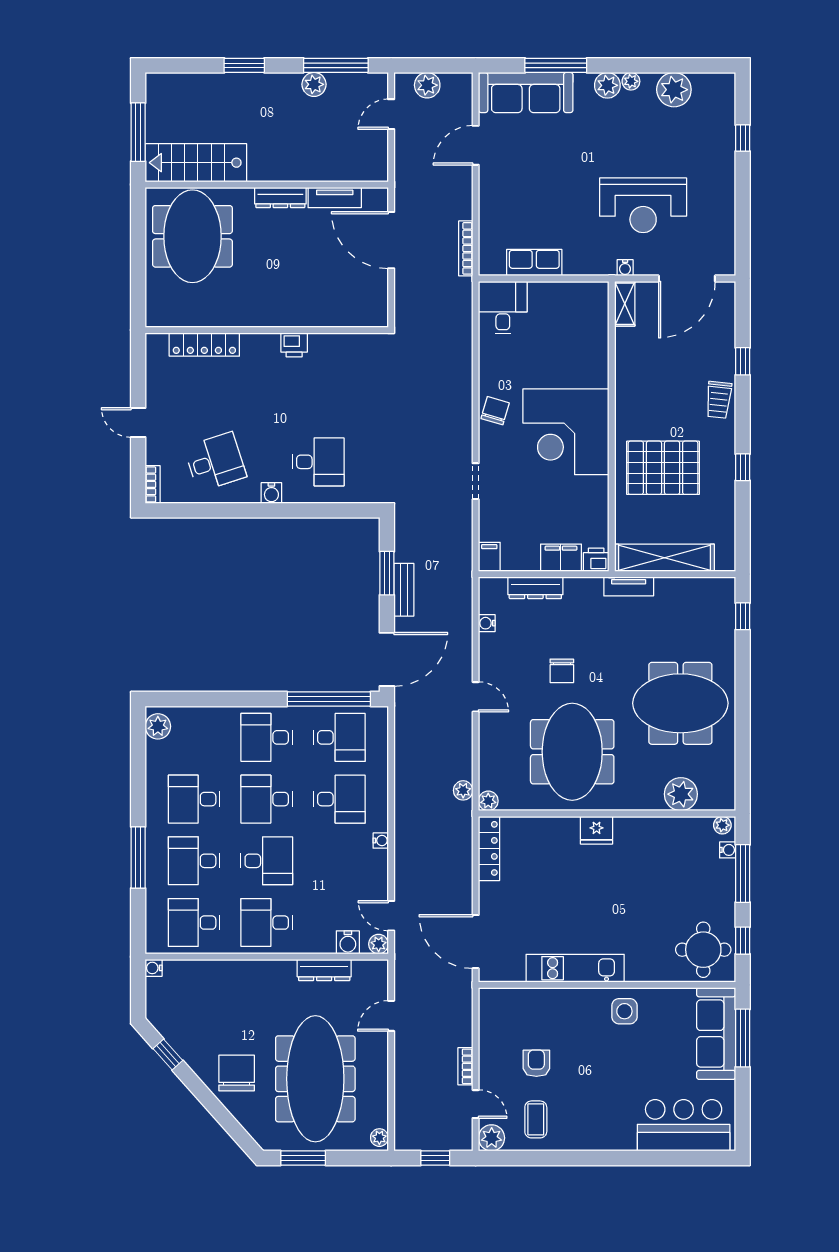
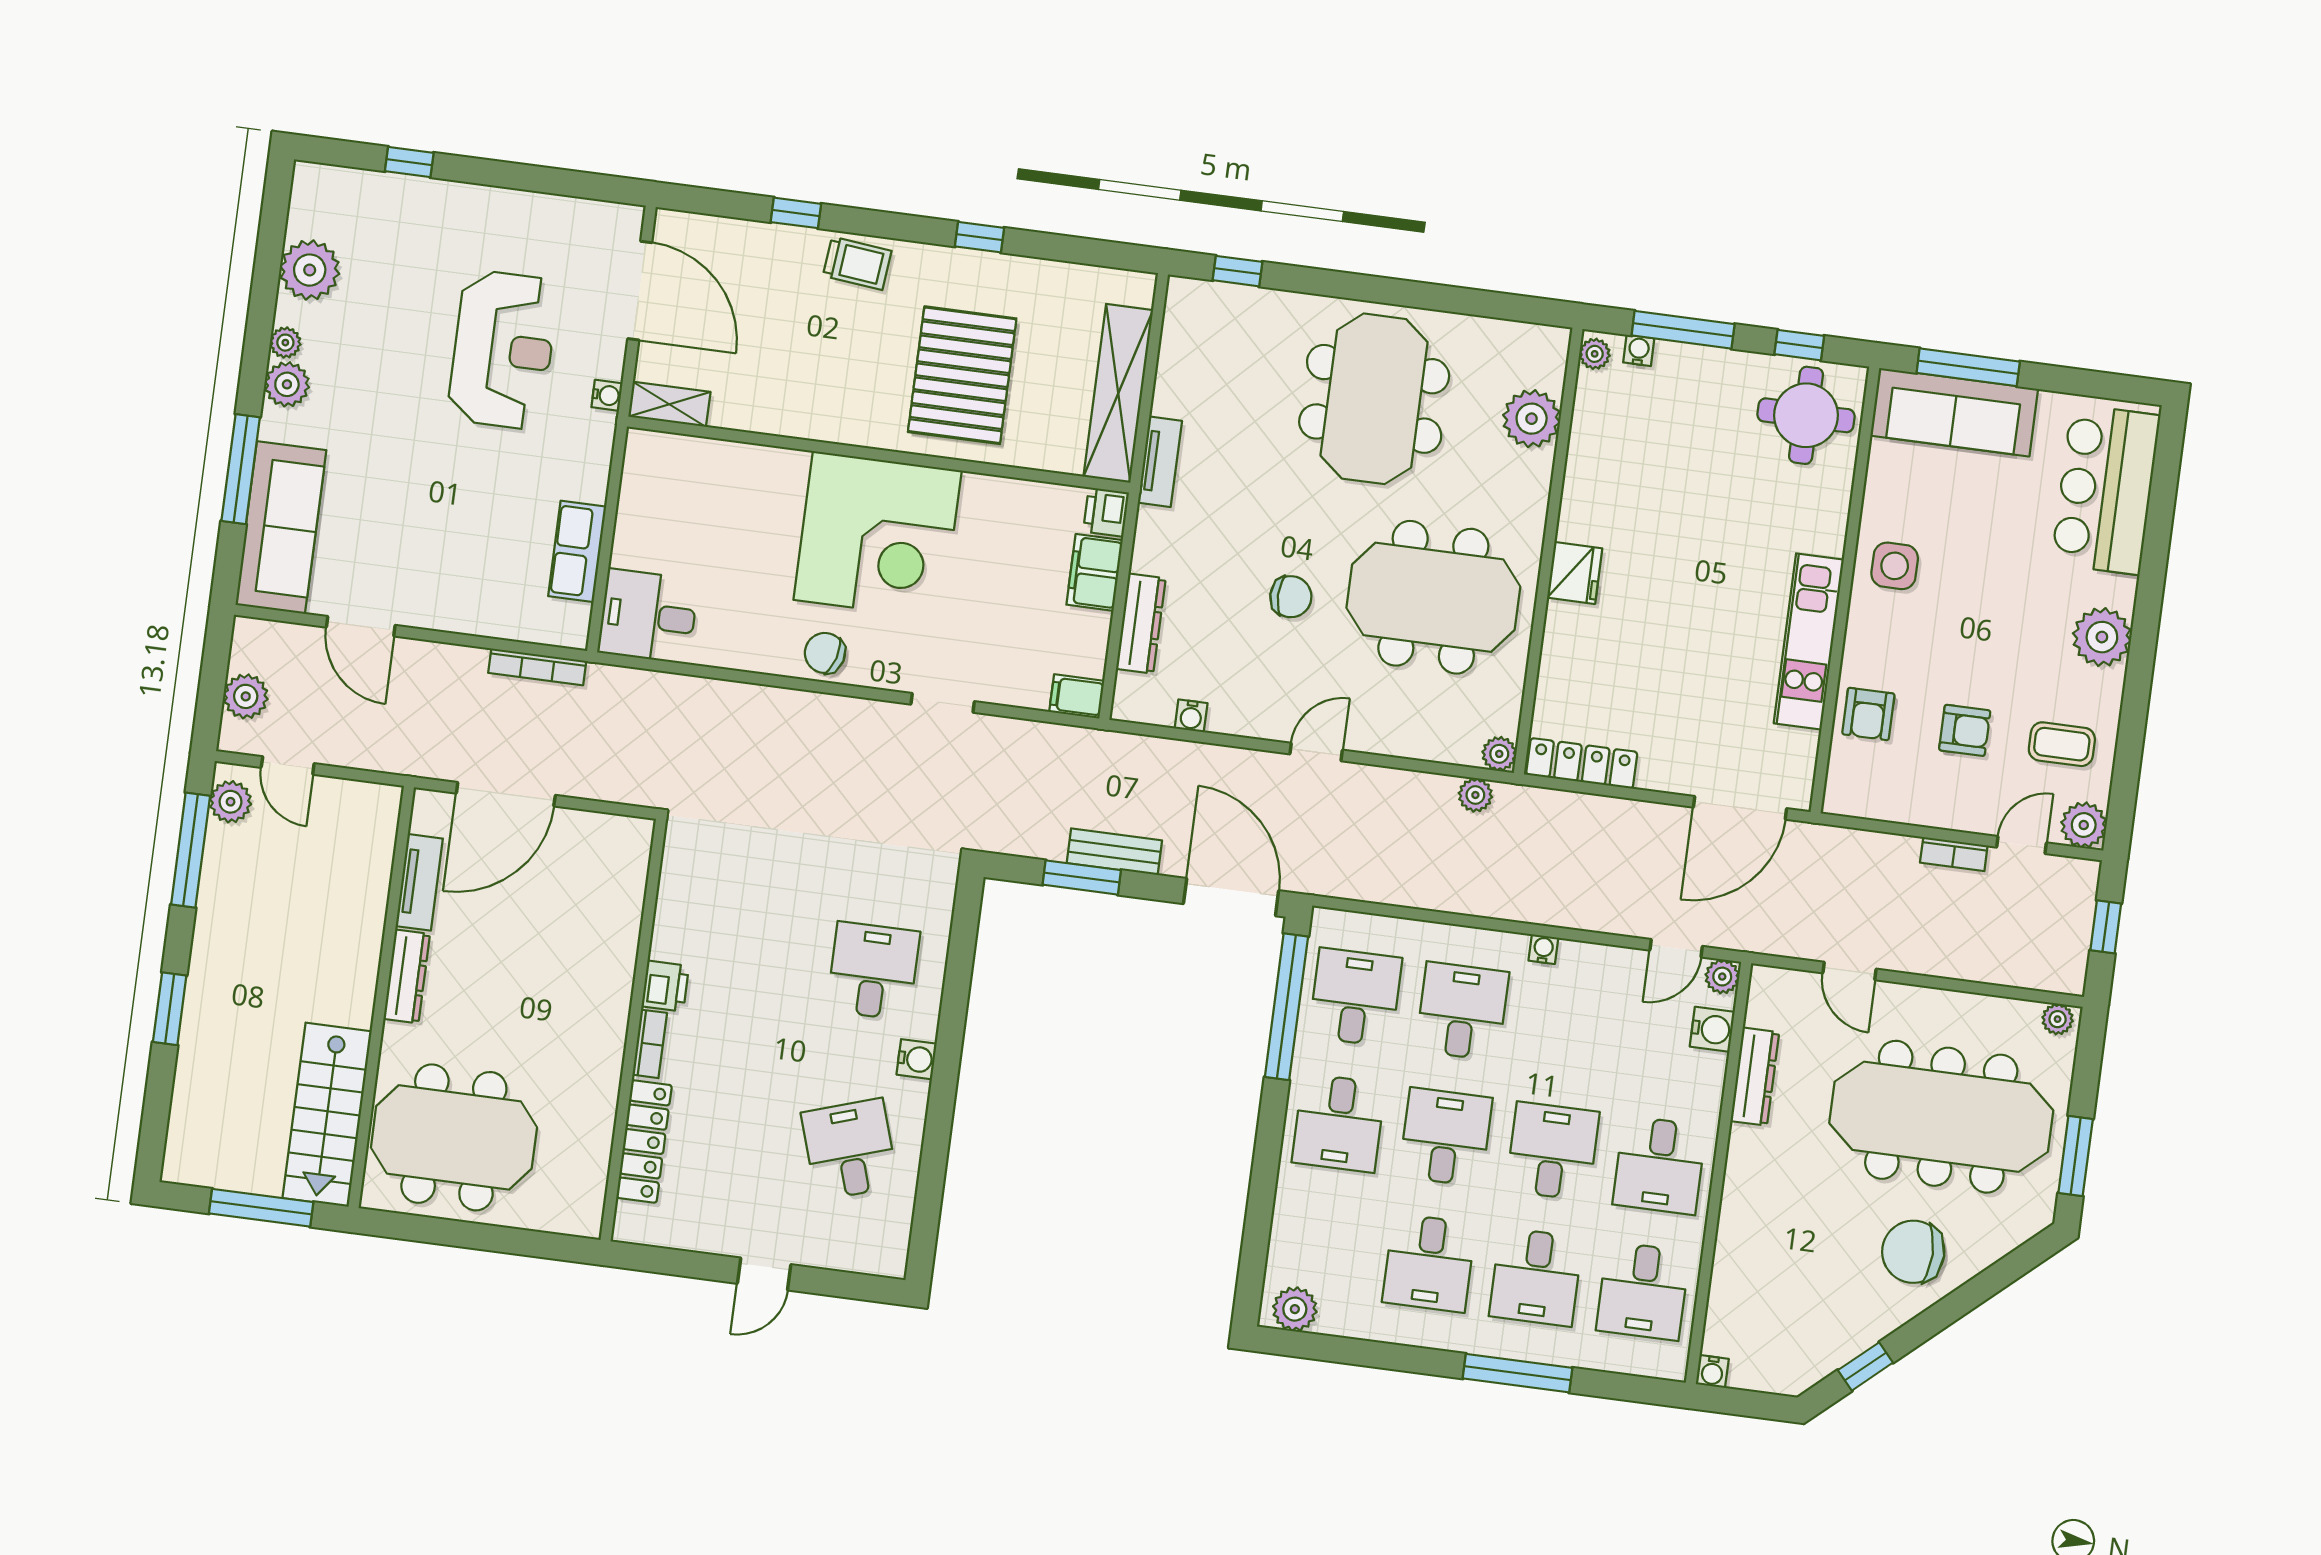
plant: (314, 84) -> (231, 802), moved
bookcase: (153, 484) -> (650, 1044), moved, turned 90
desk: (267, 799) -> (1446, 1137), turned 180
armchair: (538, 1007) -> (1868, 714), added
armchair: (536, 1063) -> (1965, 730), turned 180
plant: (600, 1134) -> (2102, 637), added

